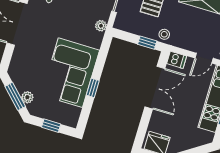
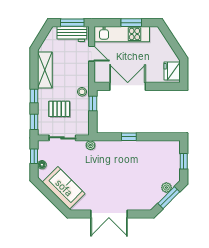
dishwasher: (177, 60) -> (100, 76), removed
corner sofa: (70, 73) -> (136, 159), removed
window: (93, 88) -> (129, 137), moved

